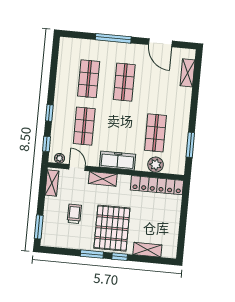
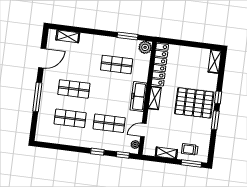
plant: (156, 165) -> (145, 47), moved
shelving: (103, 179) -> (155, 98), moved
shelving: (52, 183) -> (166, 153), moved
trolley: (74, 214) -> (190, 149), moved
shelving: (147, 250) -> (215, 61), moved

